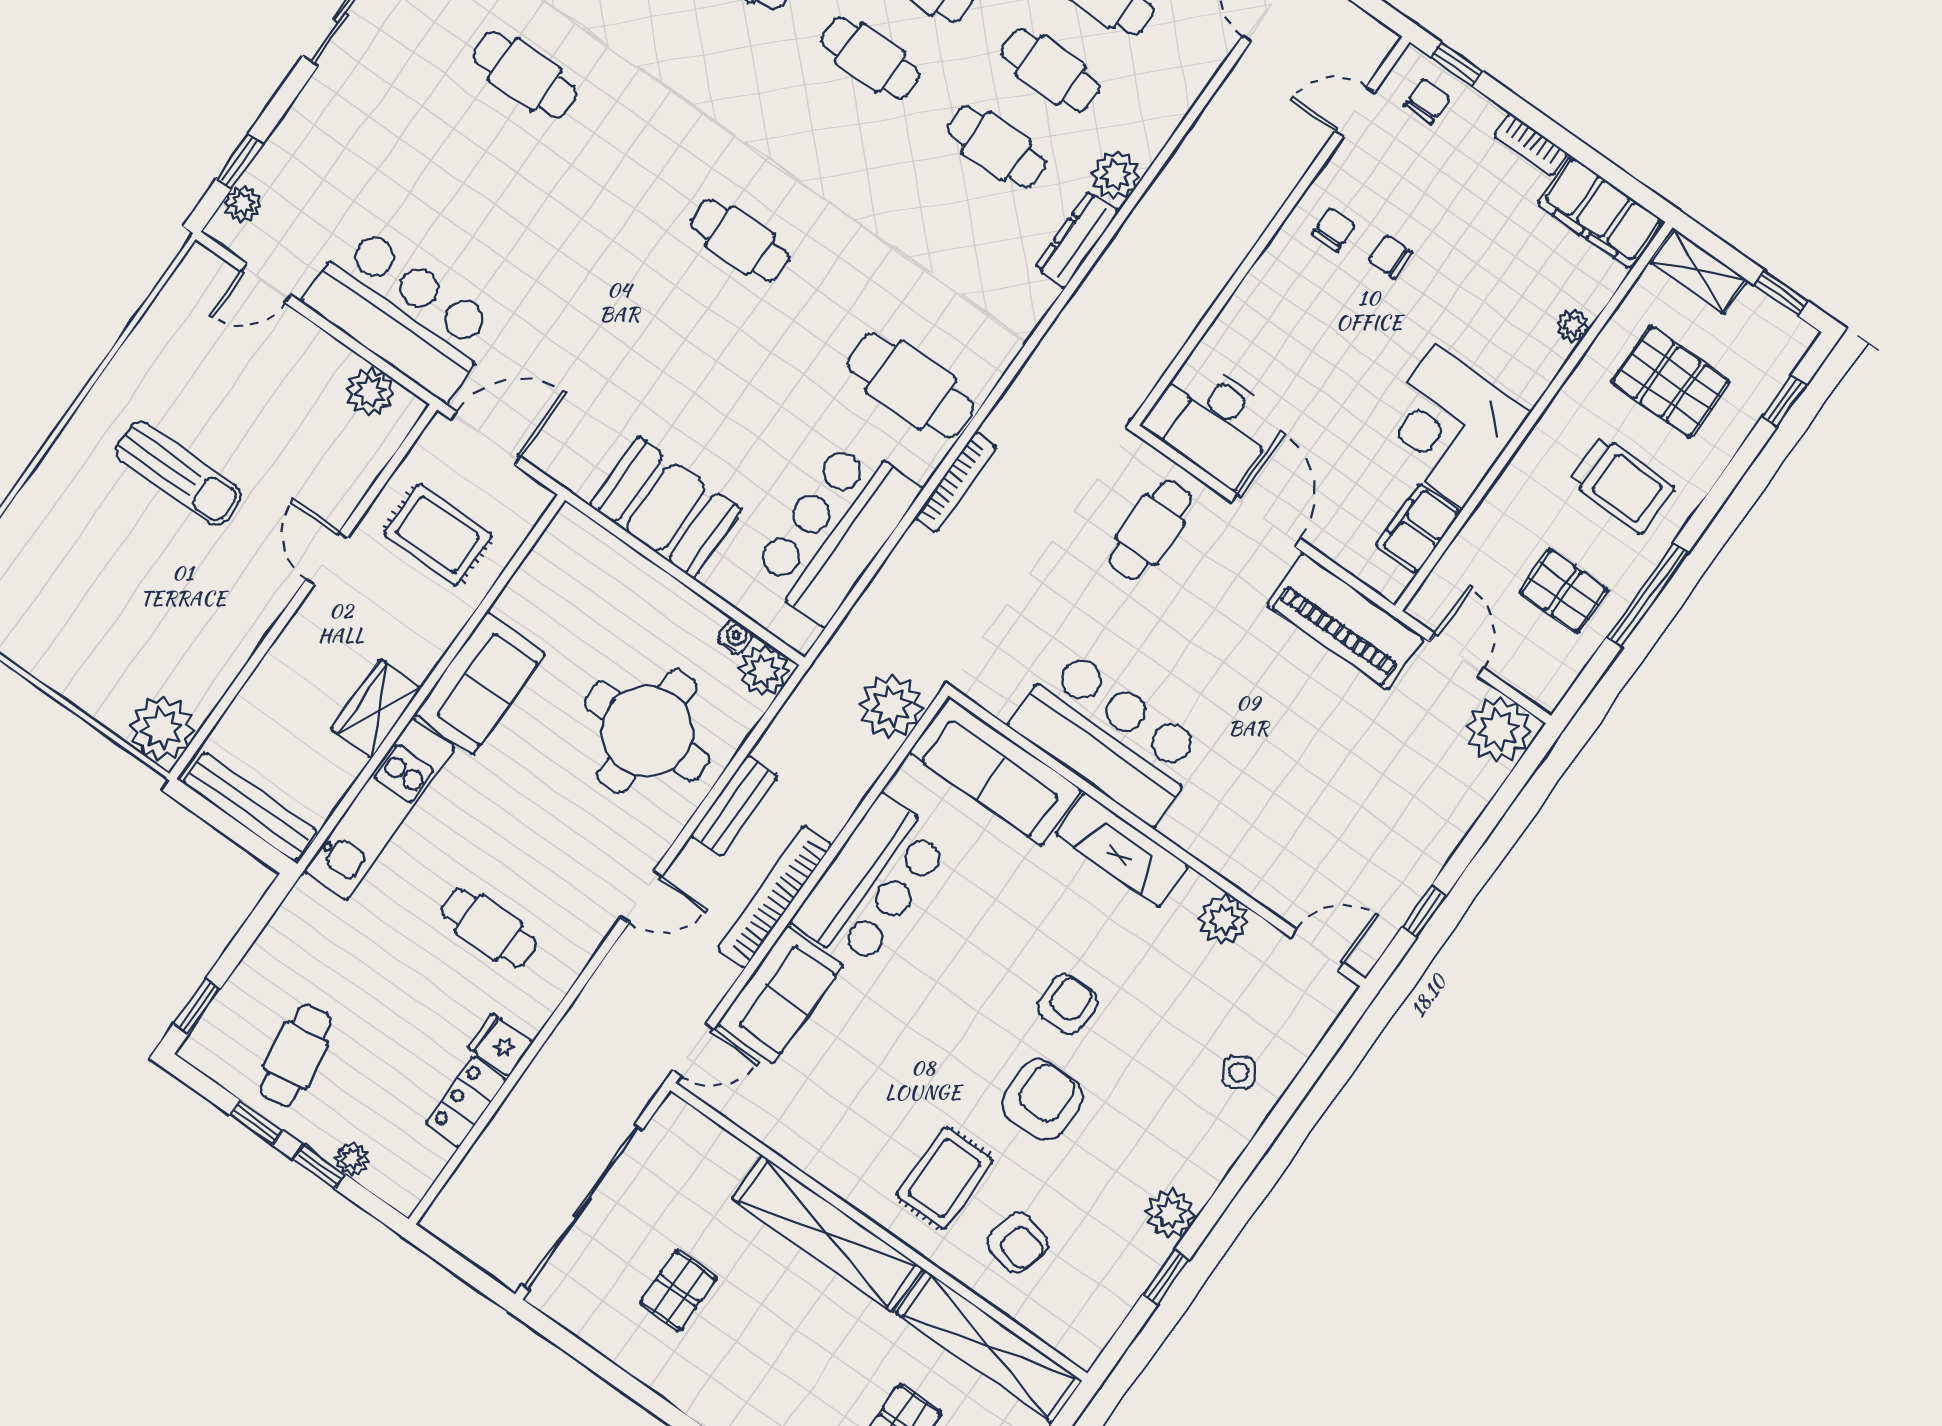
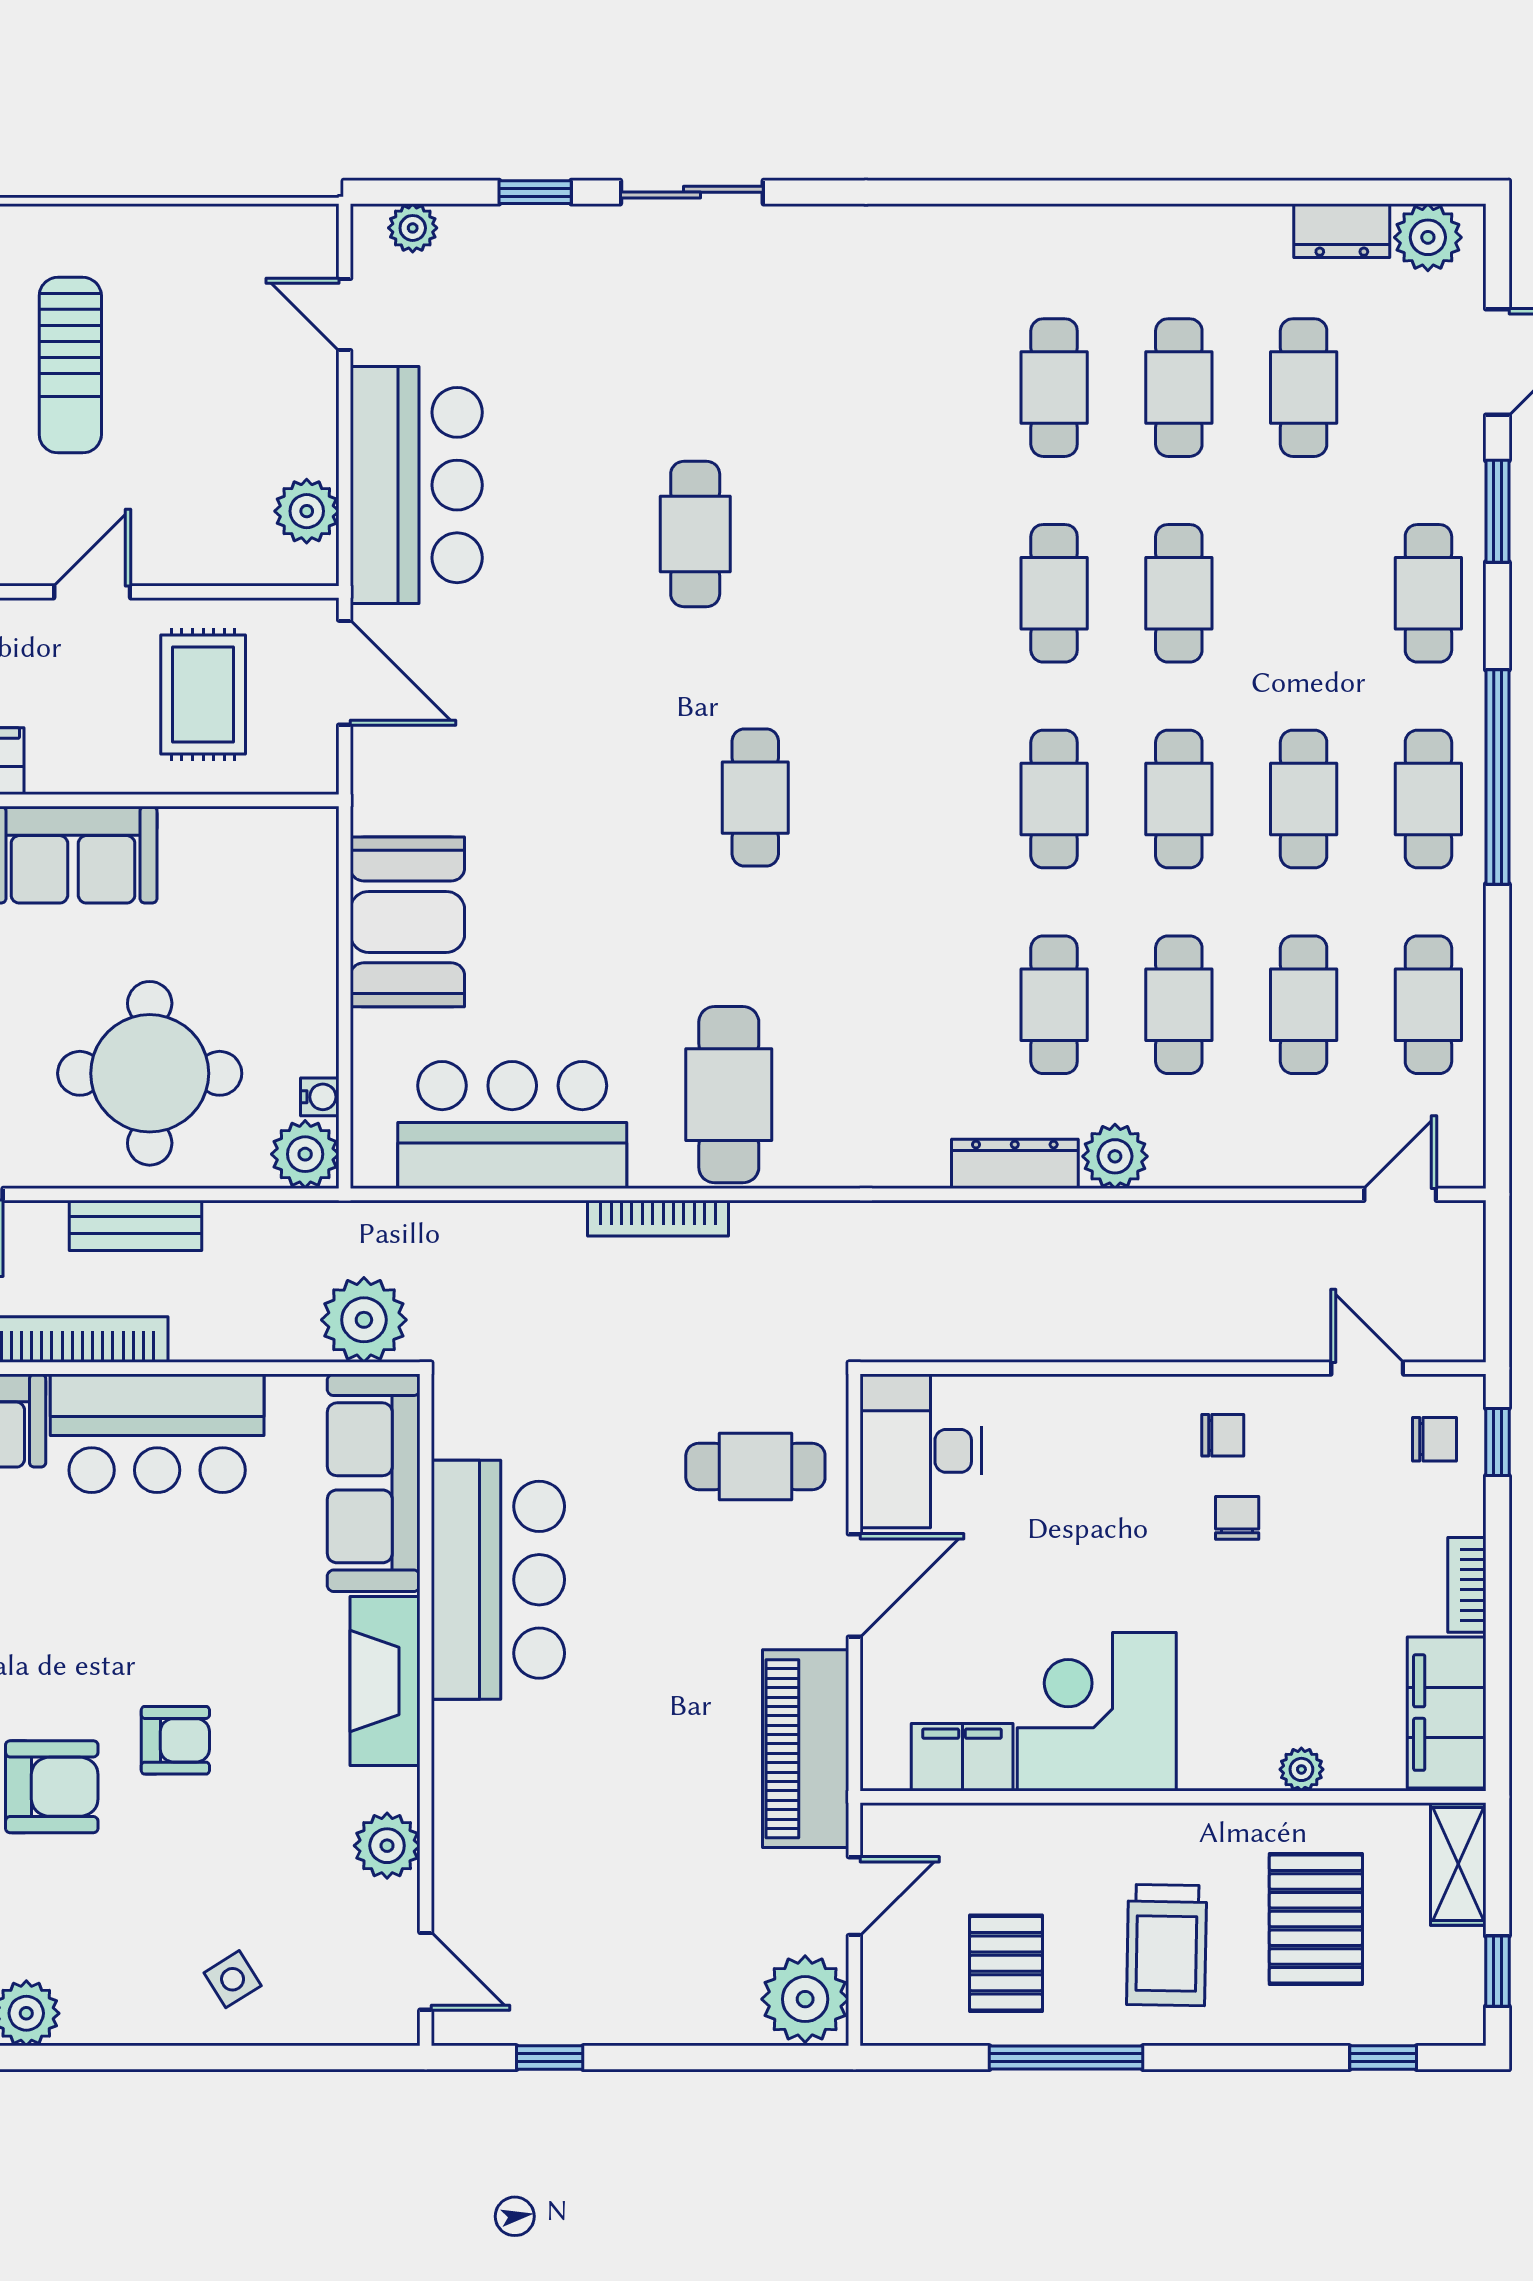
cafe table: (525, 75) -> (695, 534), moved
window: (240, 161) -> (535, 192), moved

